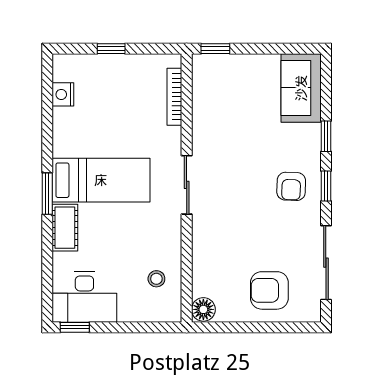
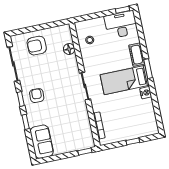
nightstand: (63, 94) -> (146, 93), moved
armchair: (269, 290) -> (37, 46), turned 180
floor lamp: (203, 309) -> (69, 49), moved

